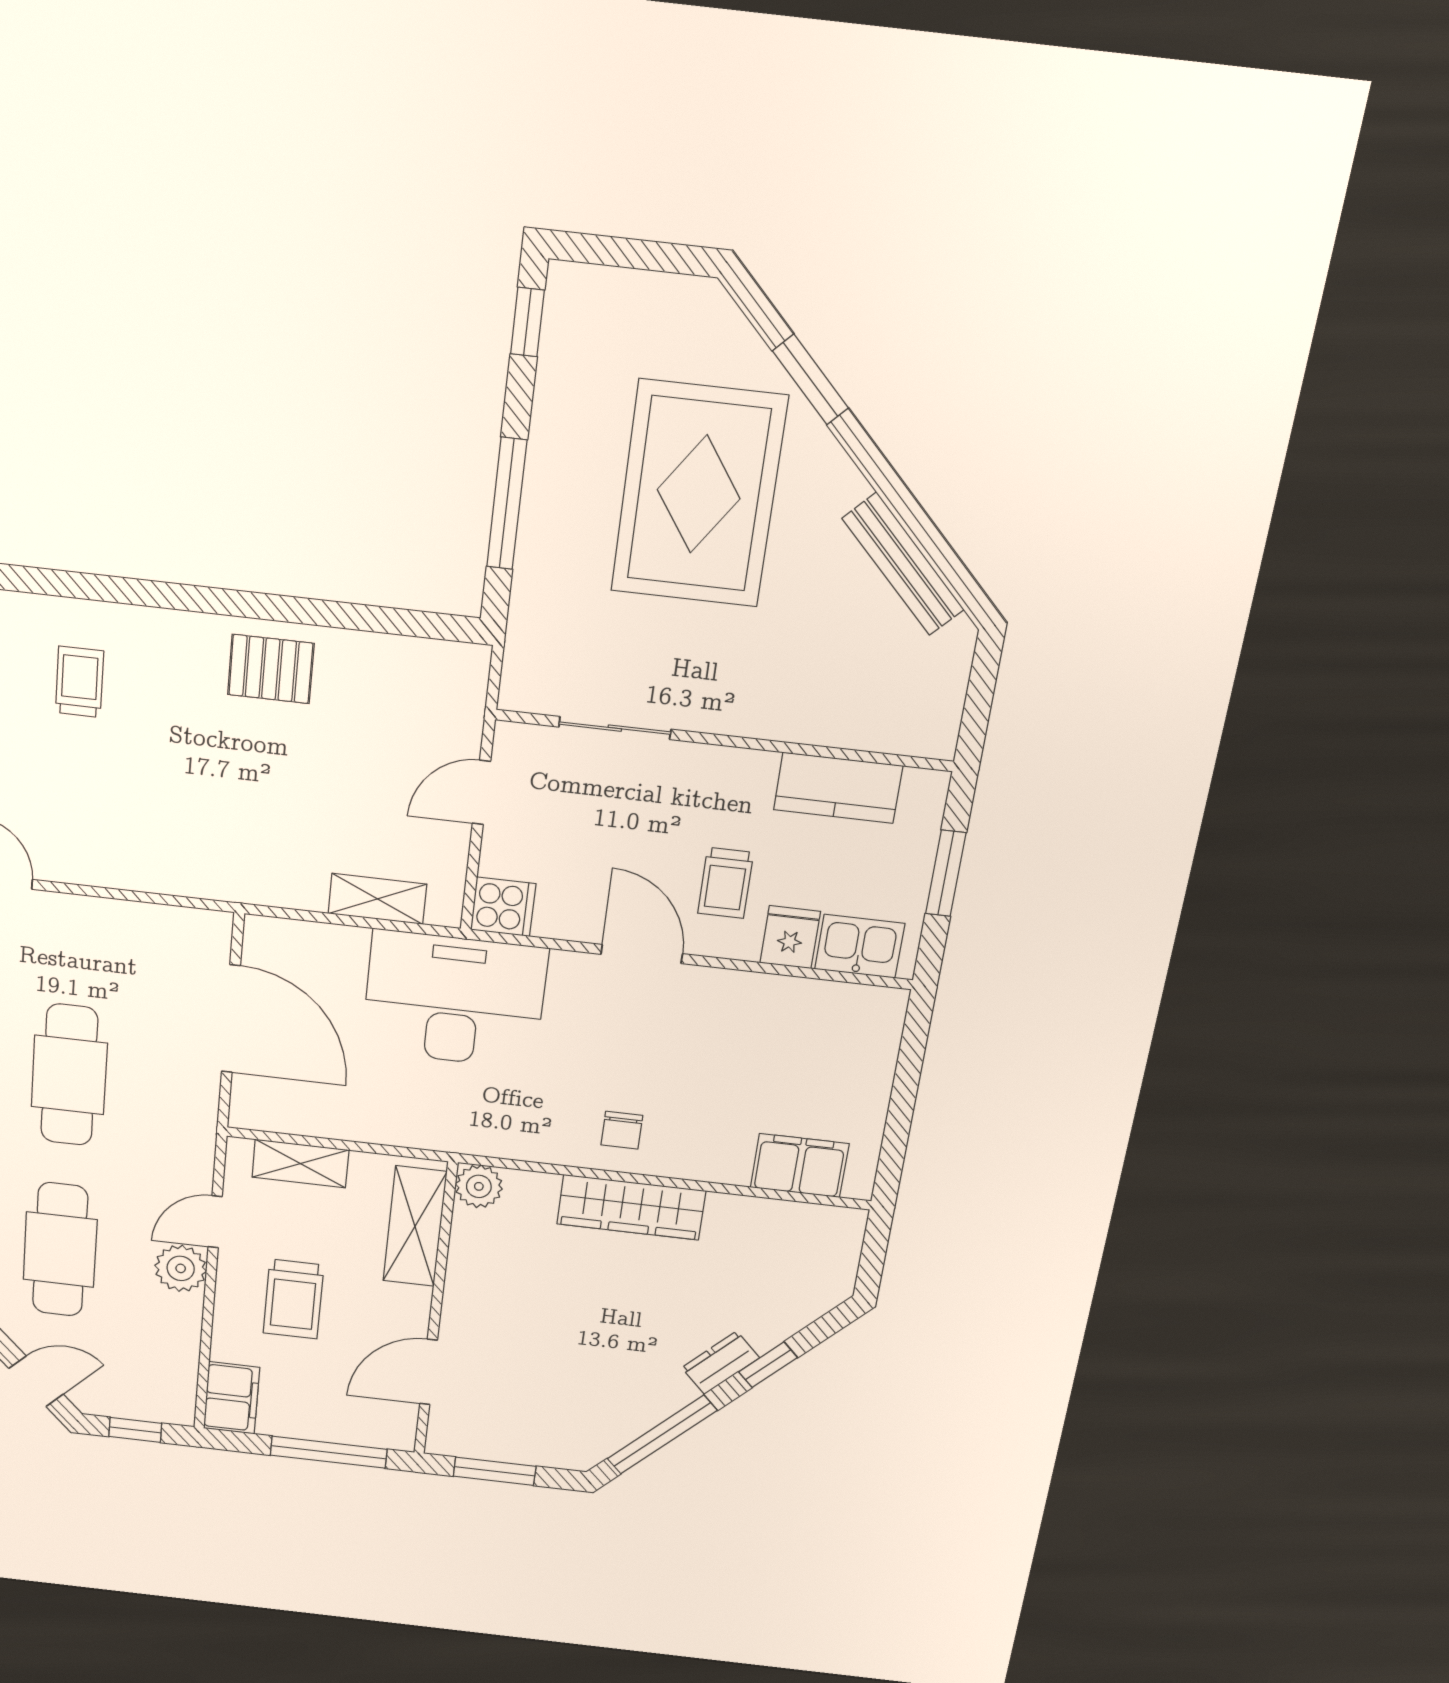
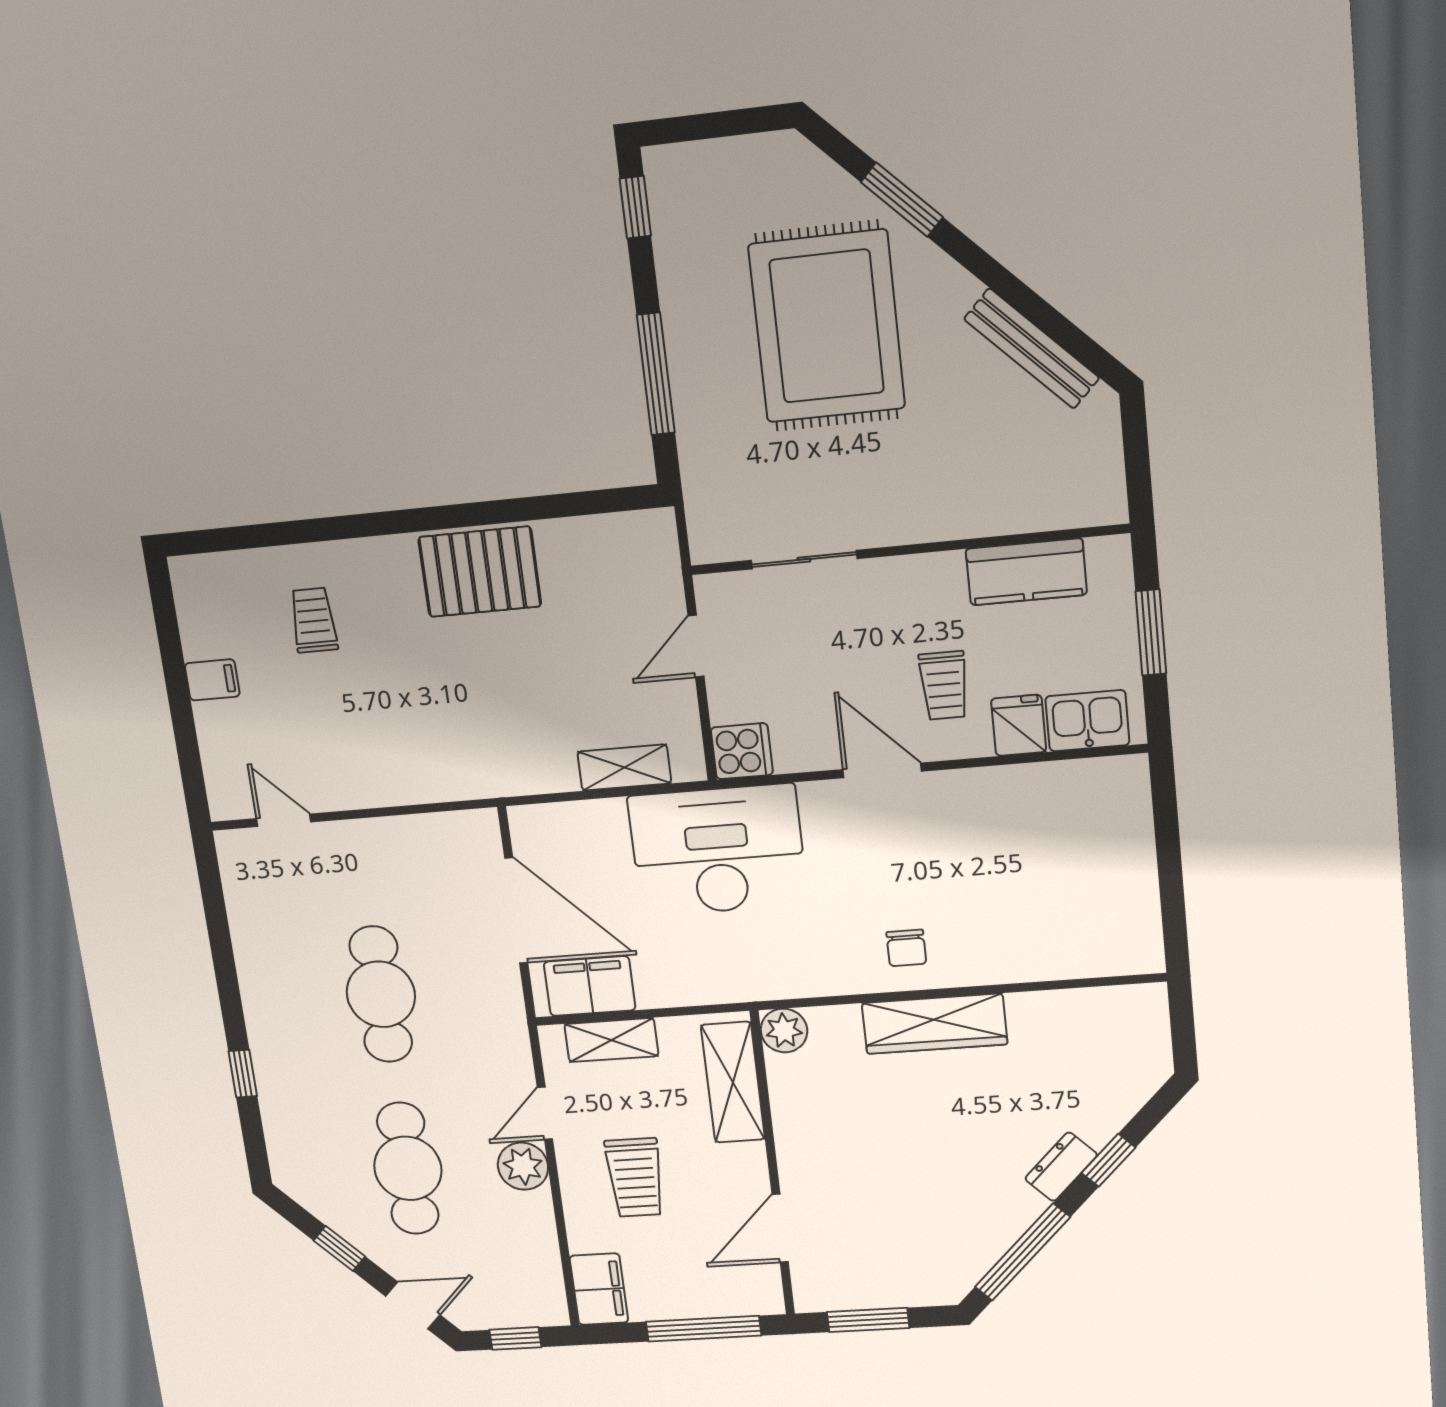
pallet: (271, 669) -> (480, 572), width x1.50, depth x1.42
filing cabinet: (800, 1166) -> (590, 986), moved

